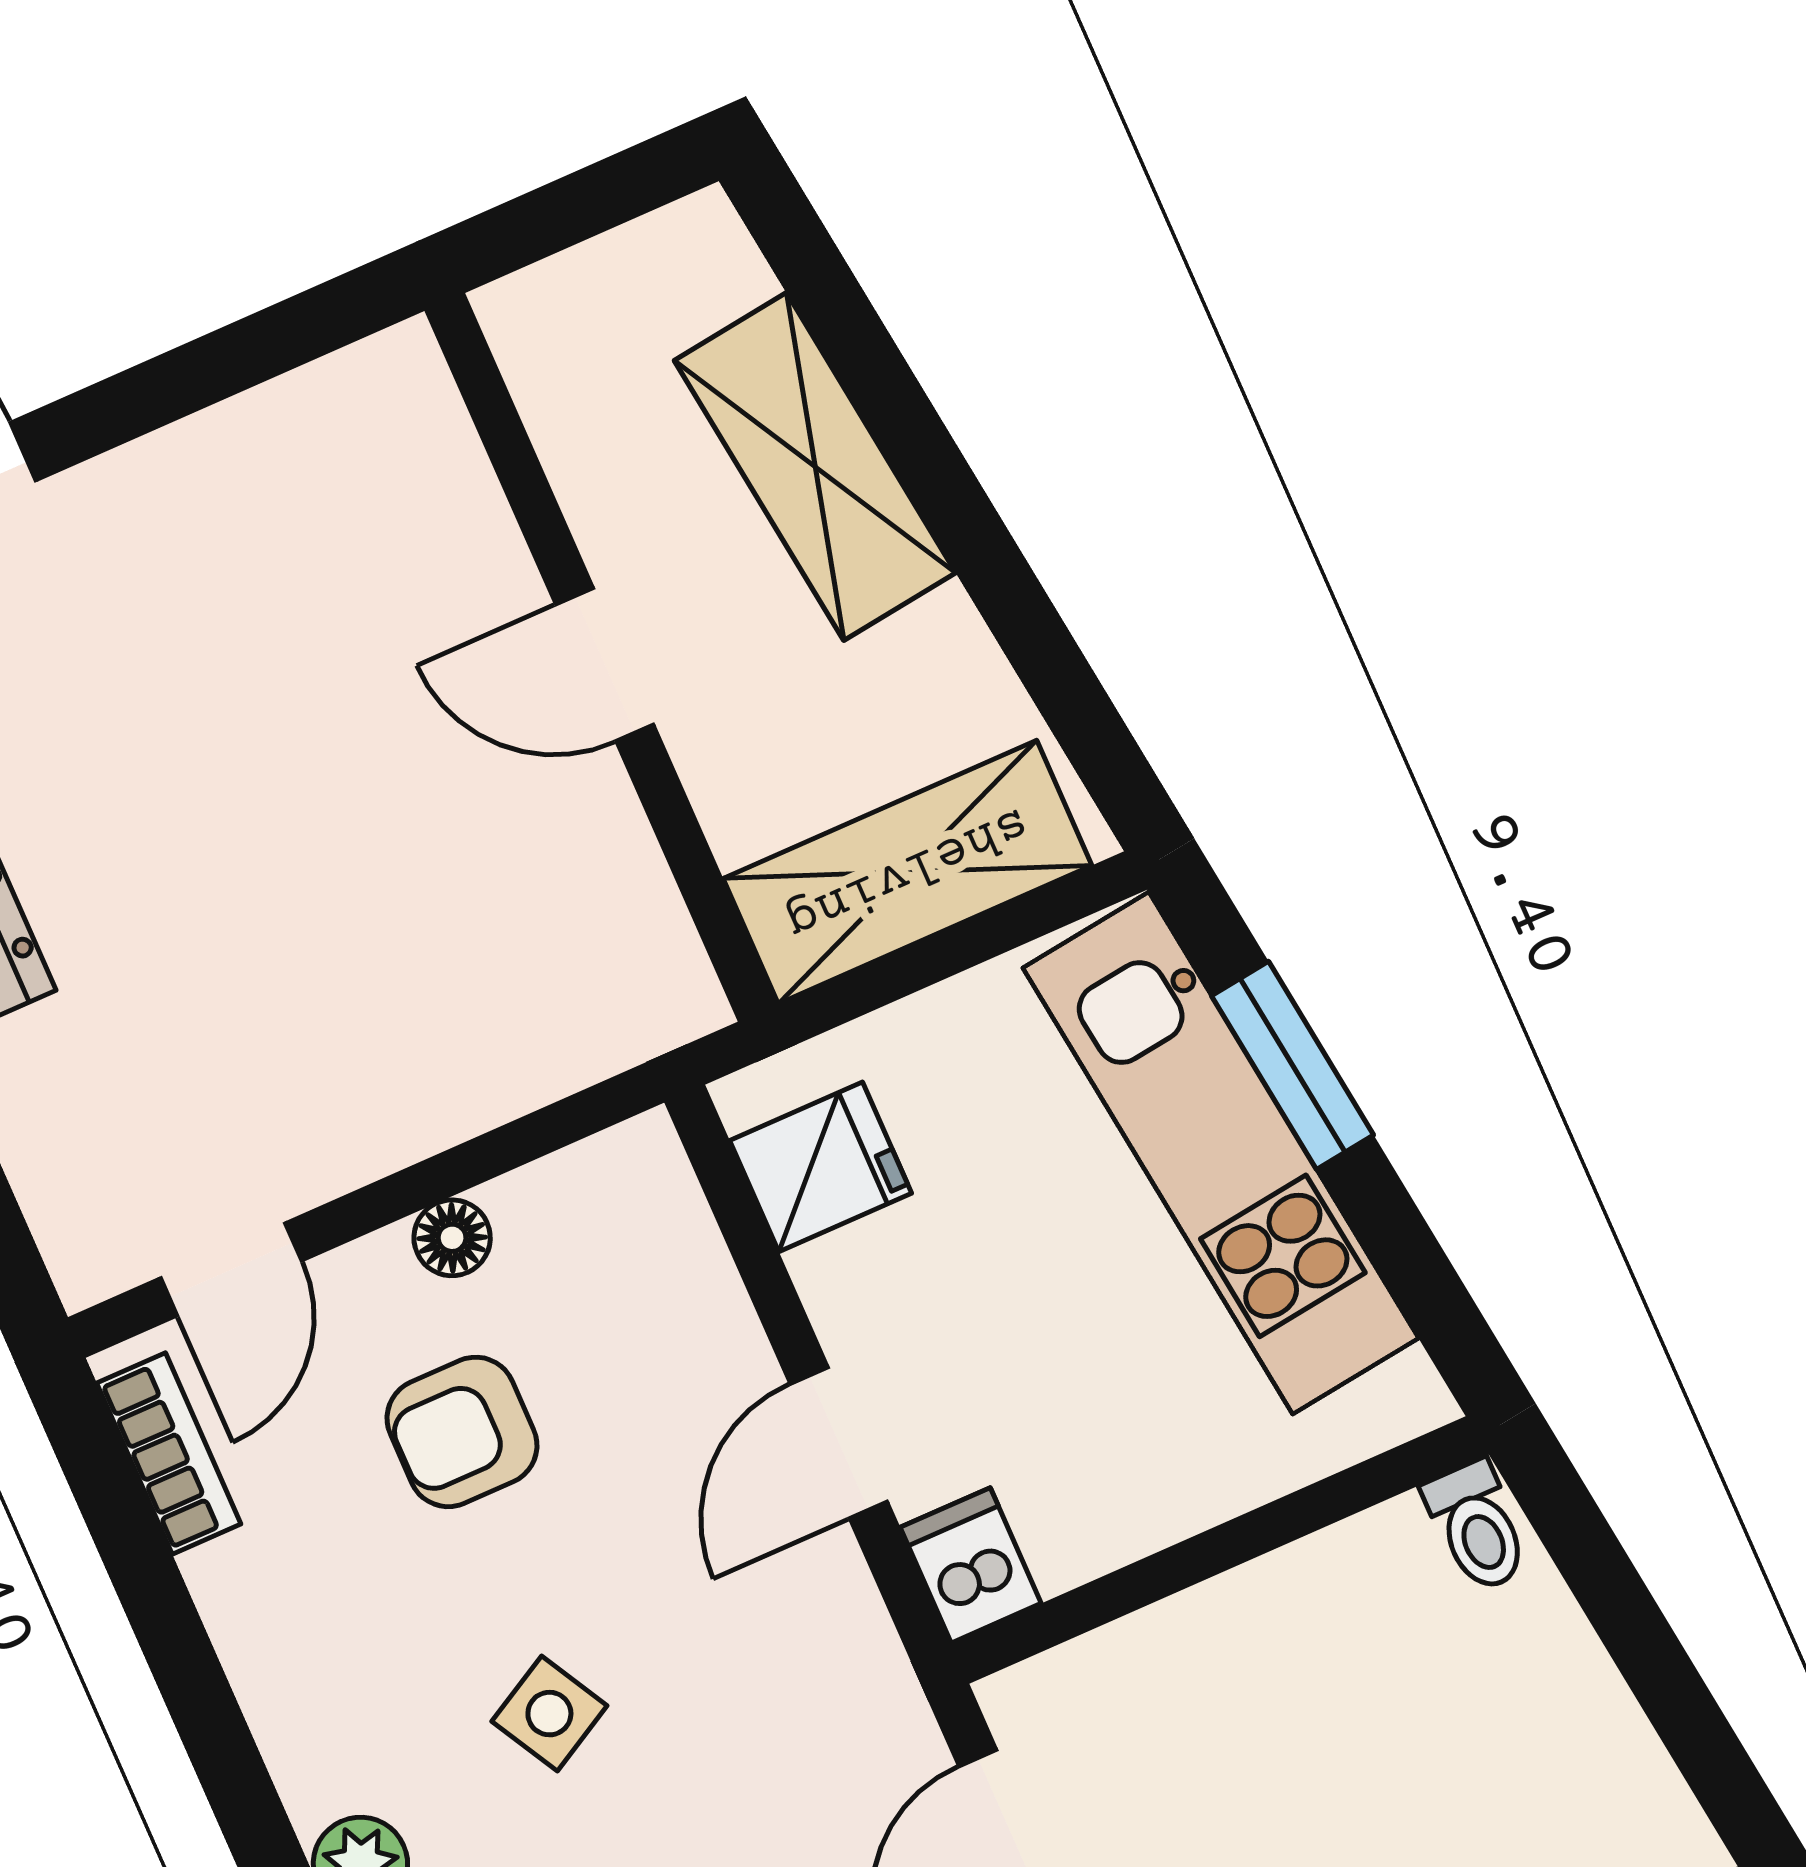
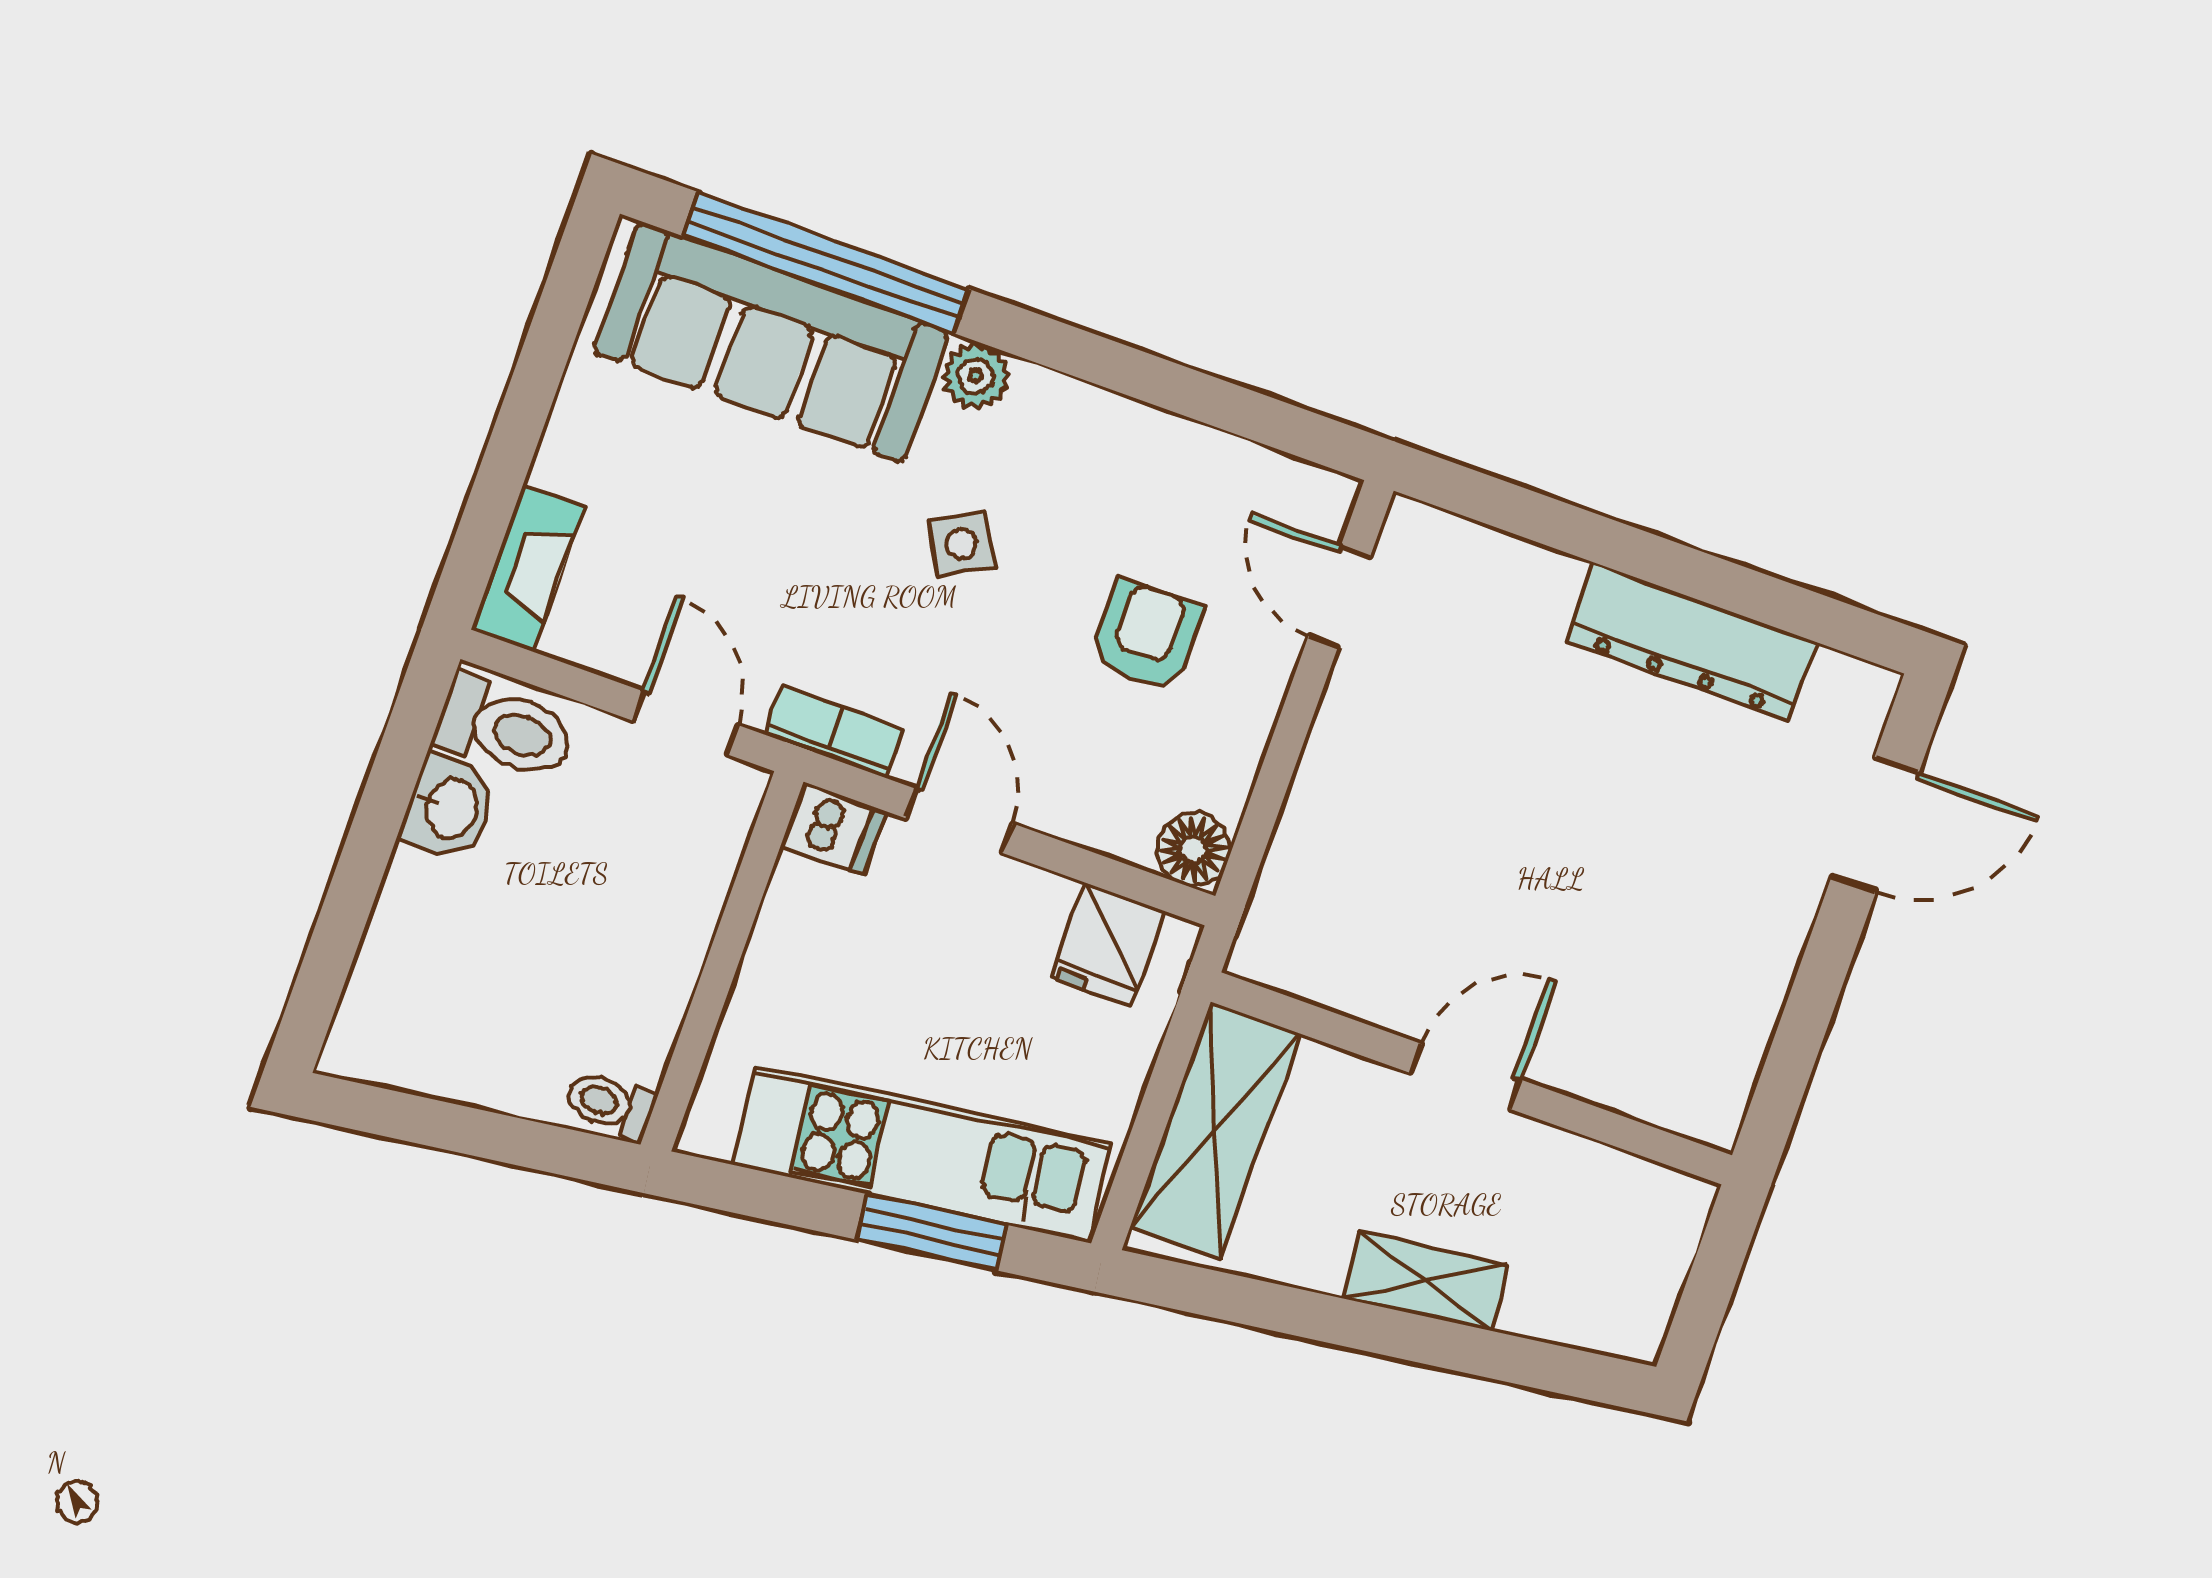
shelving: (815, 467) -> (1426, 1281), width x0.67, depth x0.75
floor lamp: (452, 1238) -> (1193, 850), moved, width x1.37, depth x1.37
bookcase: (169, 1454) -> (834, 732), moved, turned 180

